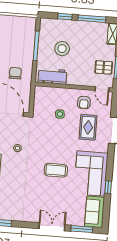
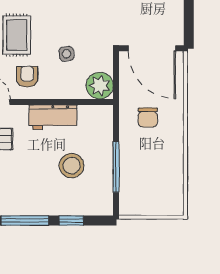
workbench: (52, 76) -> (53, 117), moved
plant: (42, 94) -> (100, 86), added

